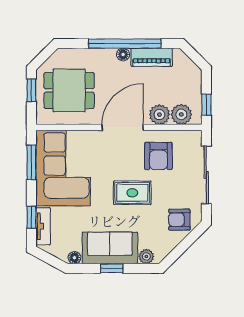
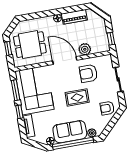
window: (125, 44) -> (57, 12), removed
plant: (181, 114) -> (97, 47), removed
door: (123, 127) -> (65, 61), hinge flipped
armchair: (158, 156) -> (88, 73), turned 90
sliding door: (206, 175) -> (118, 79), width x0.73
window: (31, 217) -> (19, 112), moved
window: (112, 268) -> (73, 143), width x3.17

